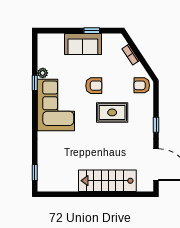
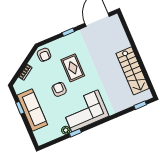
sofa: (83, 44) -> (32, 110), width x1.36
stairs: (107, 181) -> (133, 71), moved

